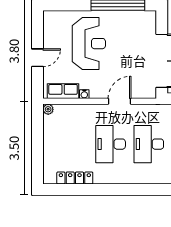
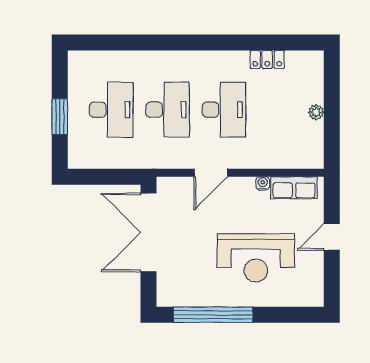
reception desk: (89, 44) -> (256, 258), turned -90
plant: (48, 109) -> (316, 112), moved
locker: (75, 178) -> (267, 60), width x0.66

